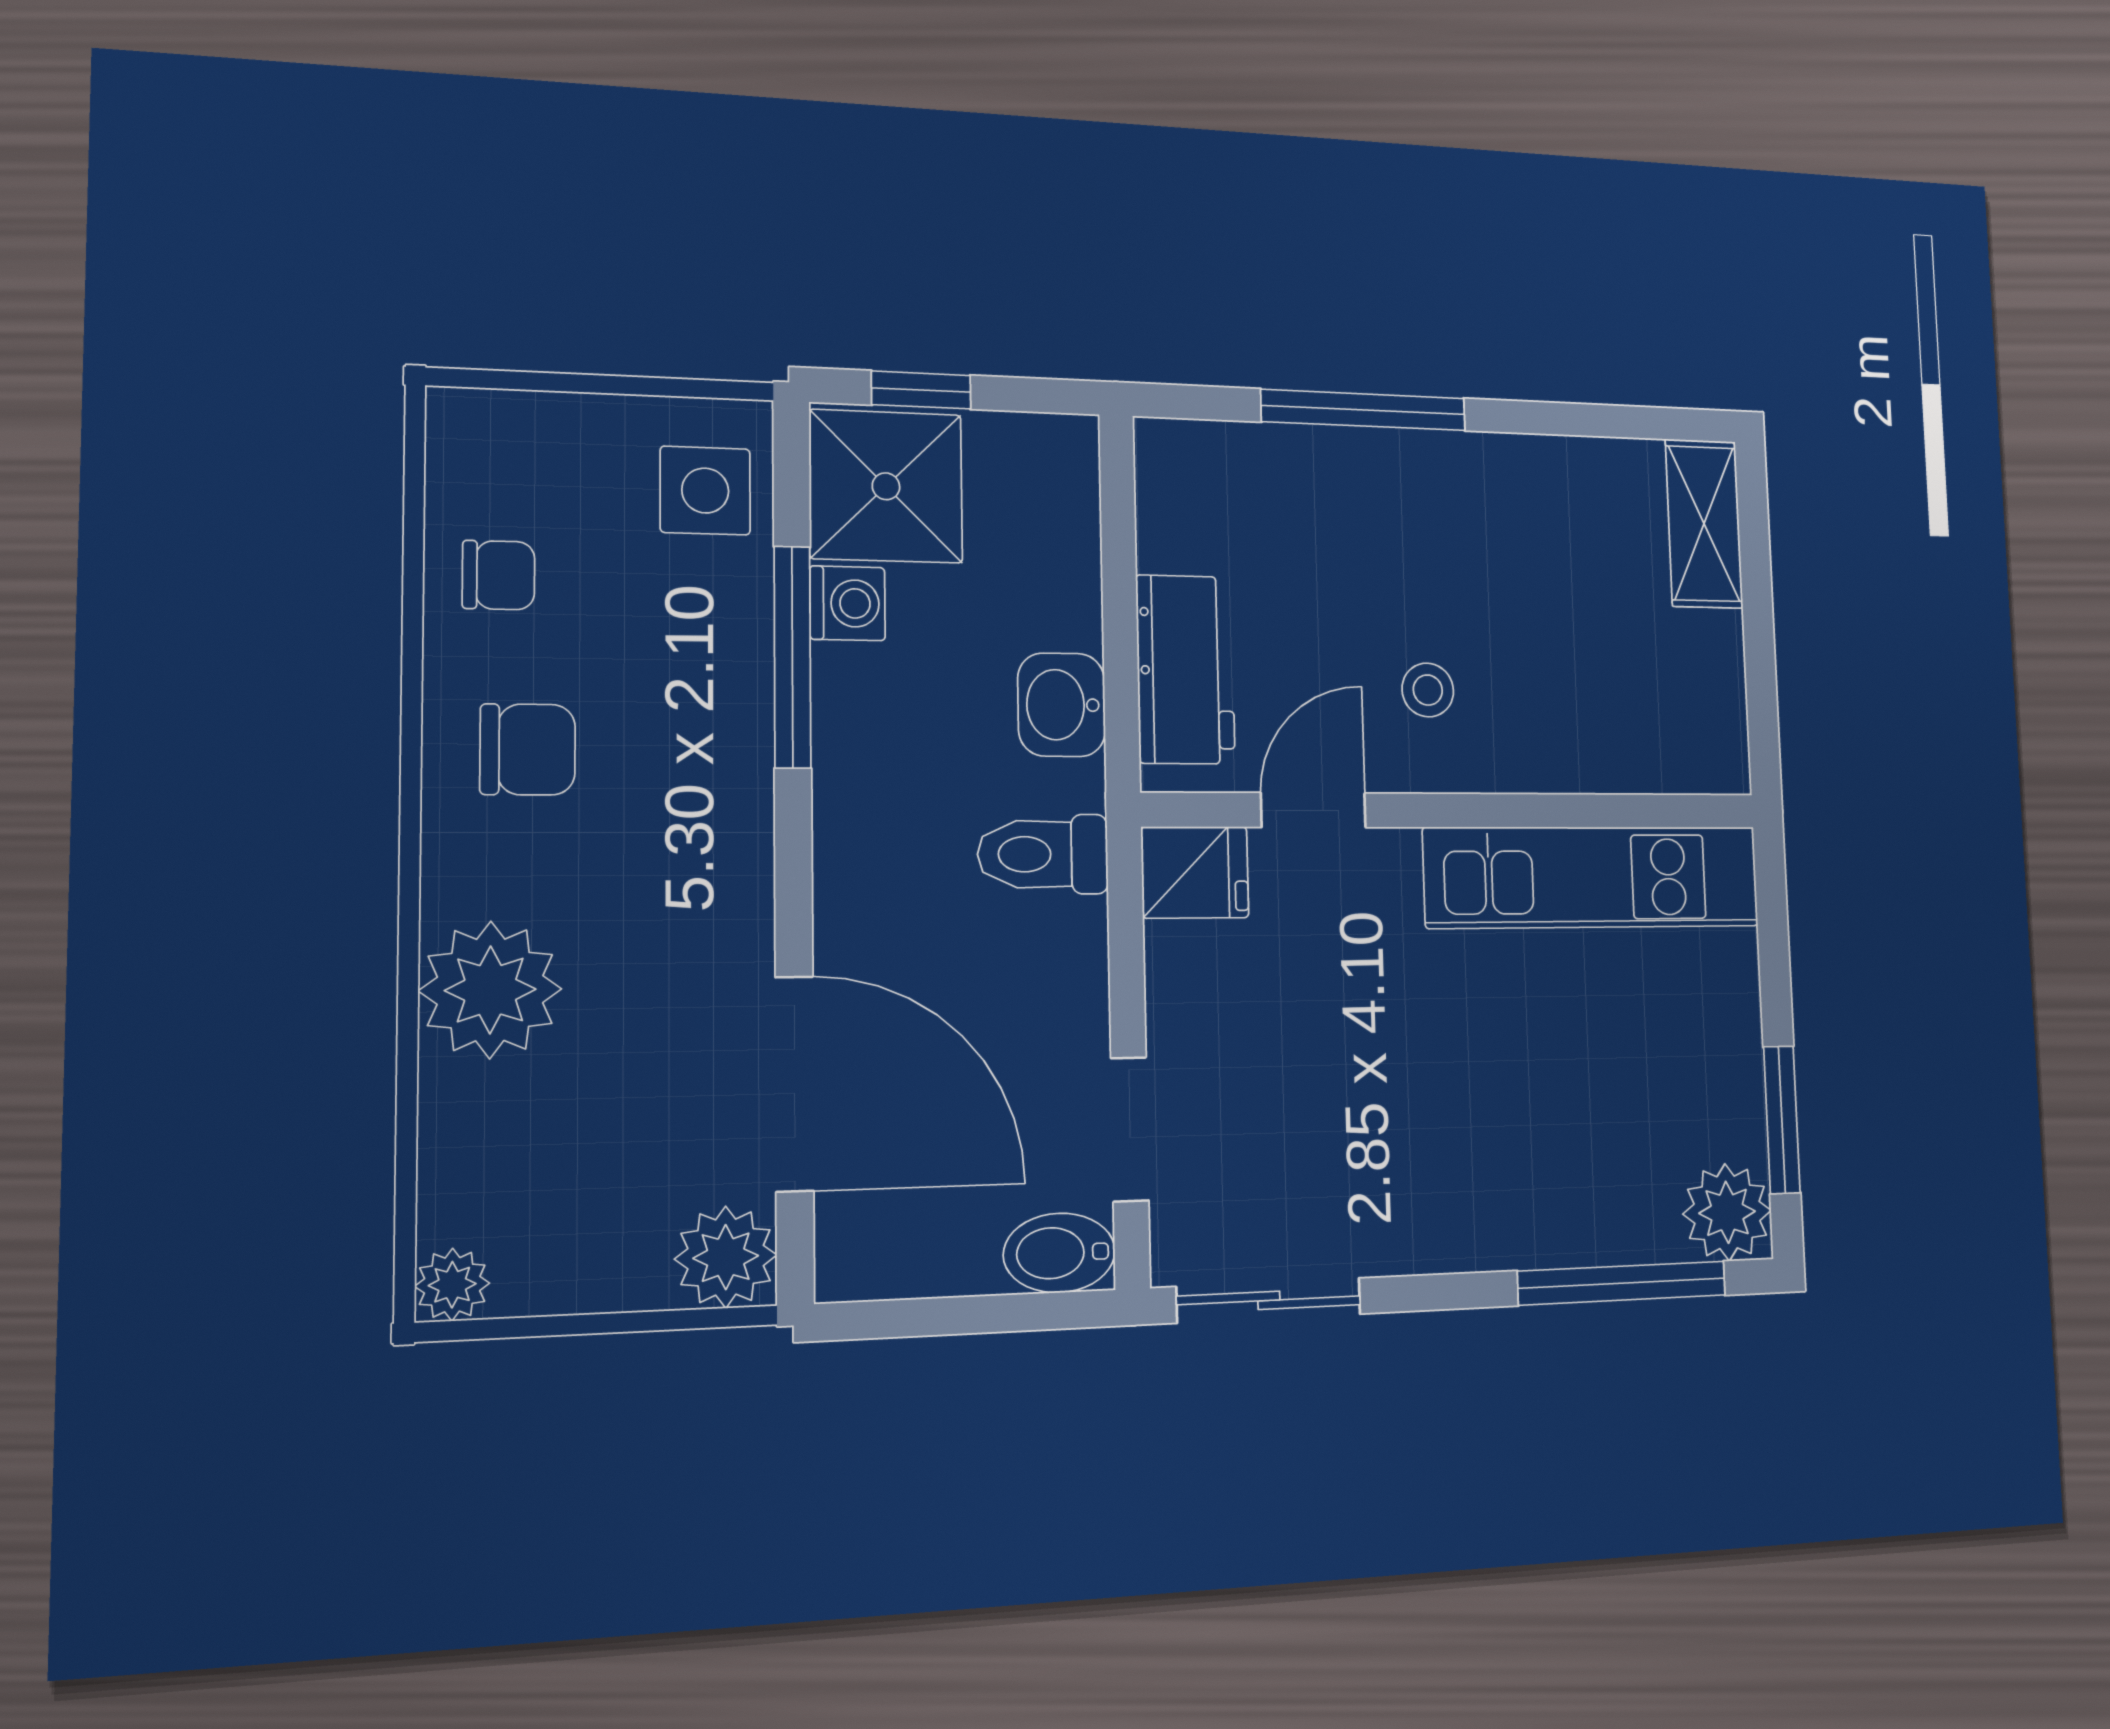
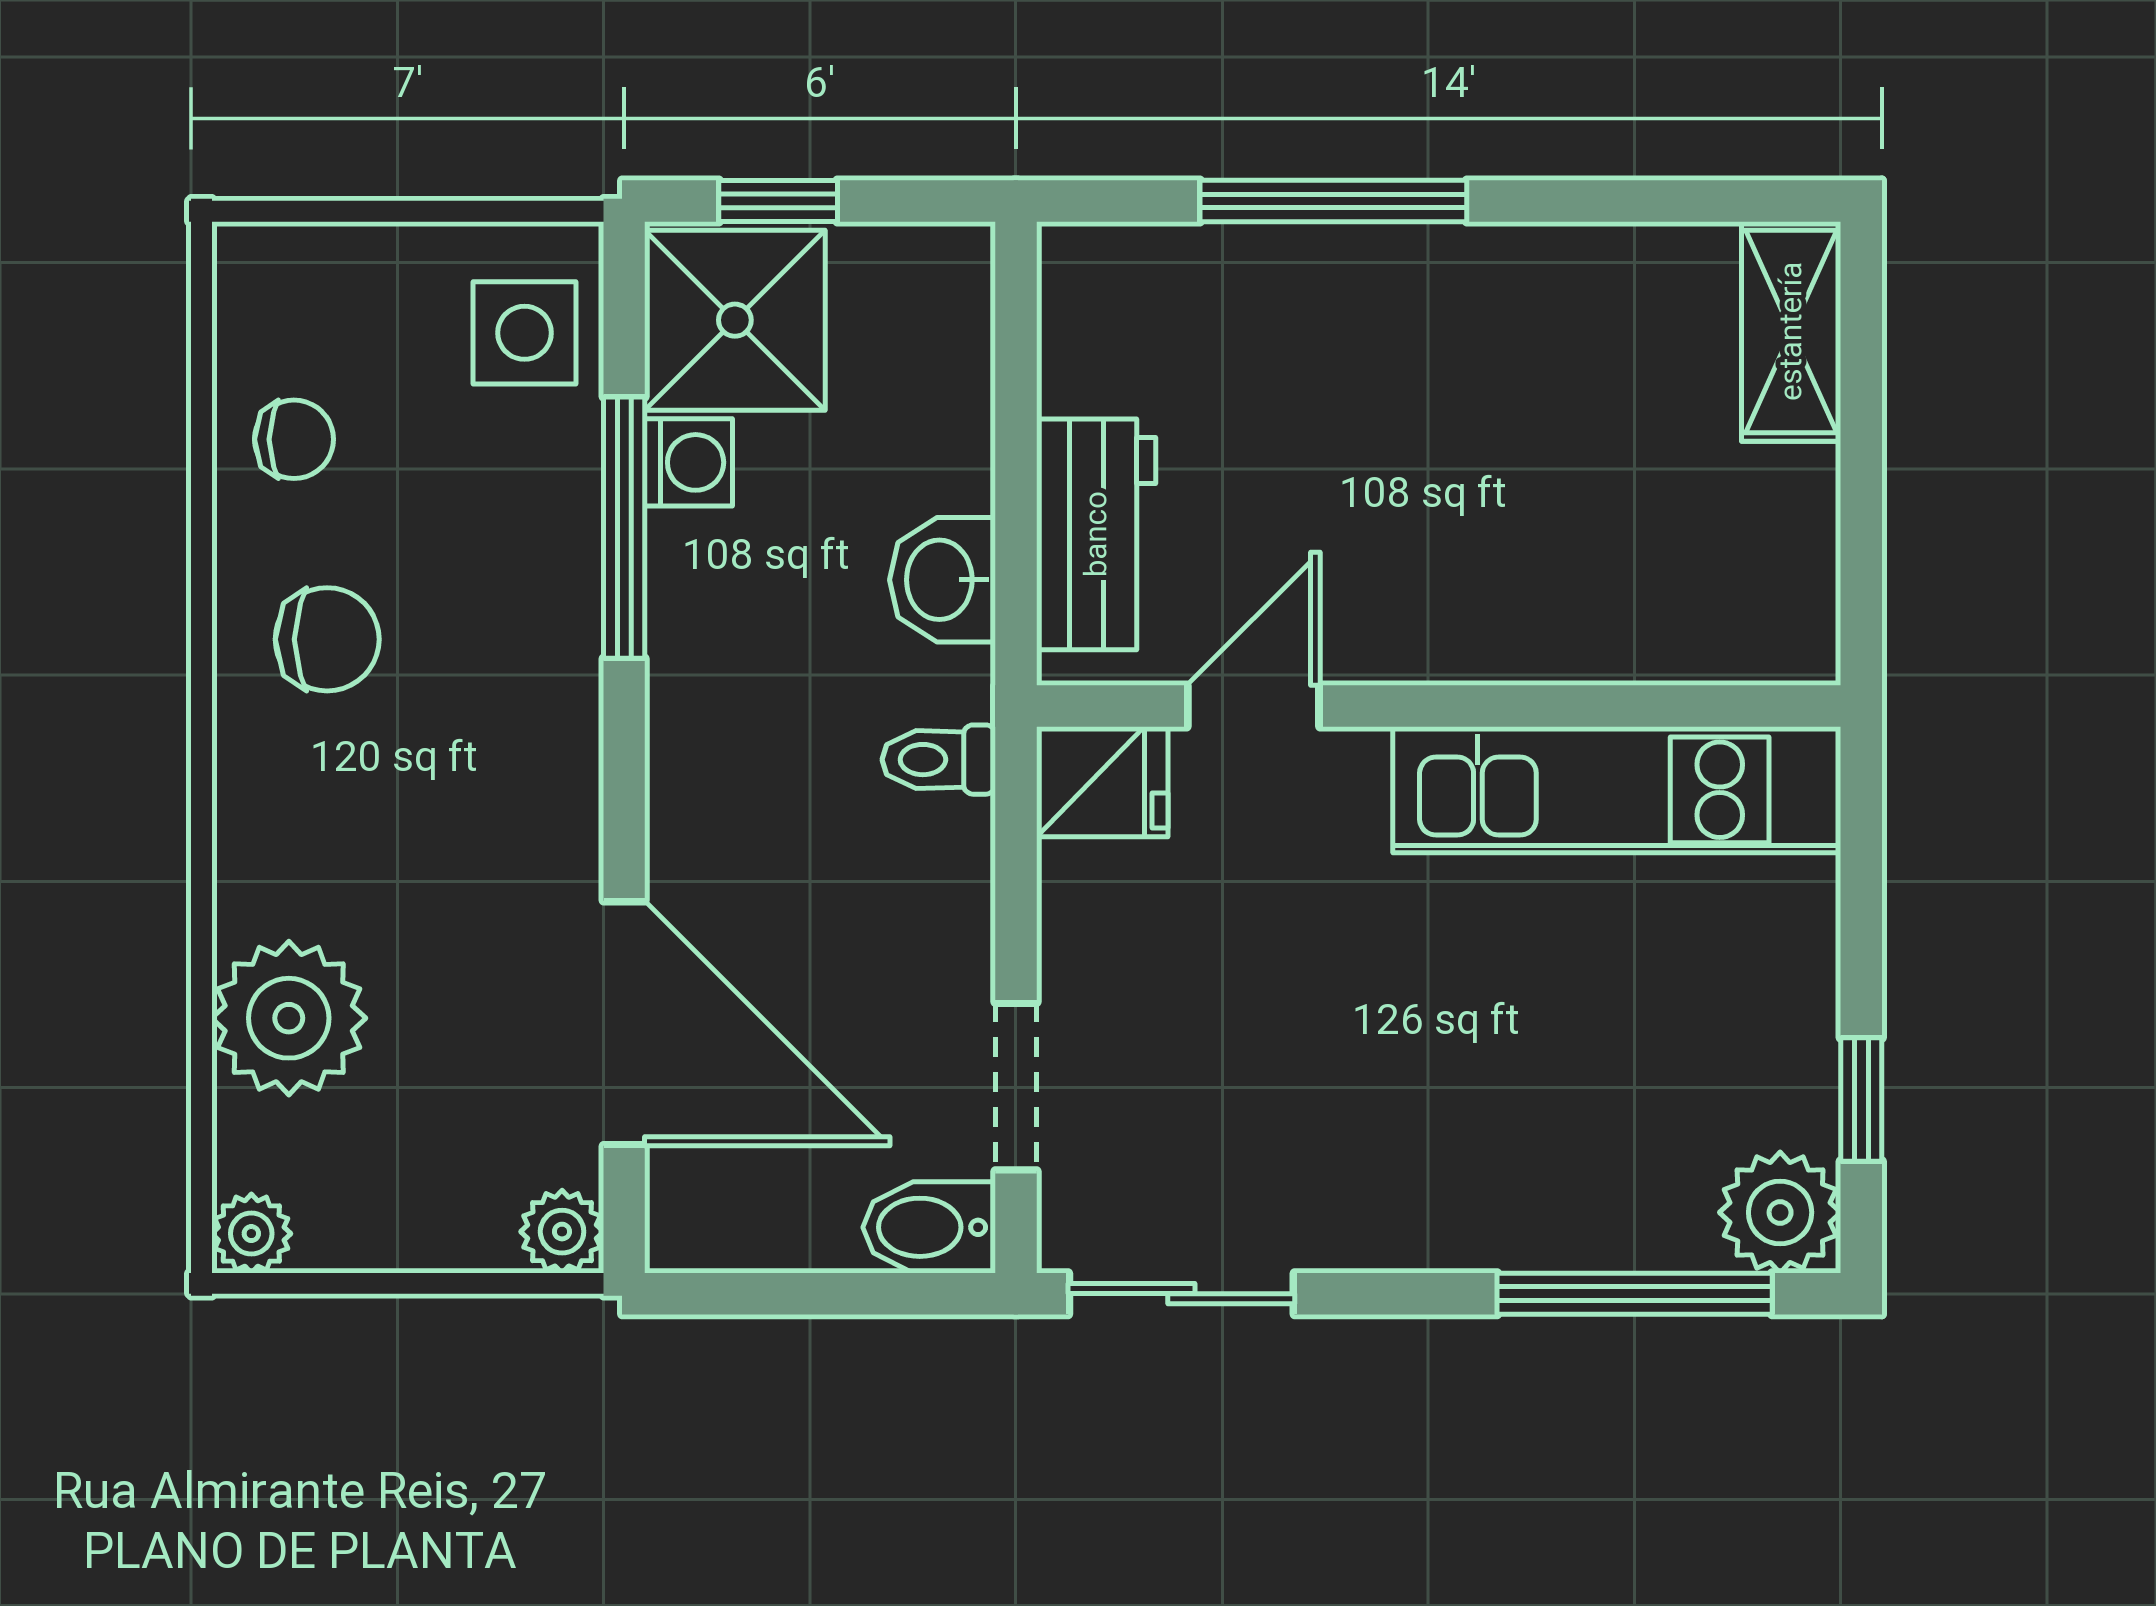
stool: (1428, 690) -> (1406, 555), removed
toilet: (1043, 854) -> (939, 760), width x0.73, depth x0.72
plant: (490, 990) -> (289, 1018), moved
window: (1782, 1120) -> (1861, 1100), width x0.67
plant: (726, 1257) -> (562, 1232), width x0.73, depth x0.73

